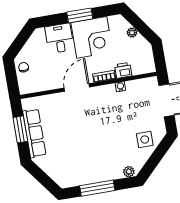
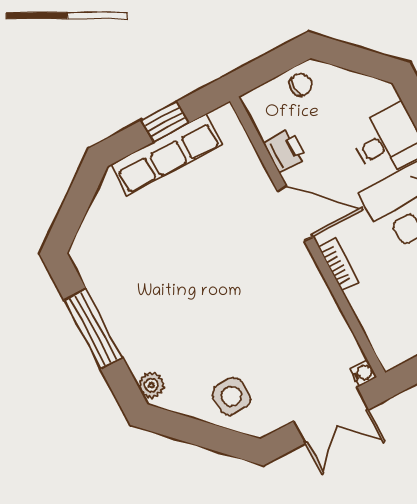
printer: (123, 70) -> (285, 151), moved
water cooler: (120, 87) -> (363, 373), moved
window: (20, 129) -> (165, 122), width x0.67

